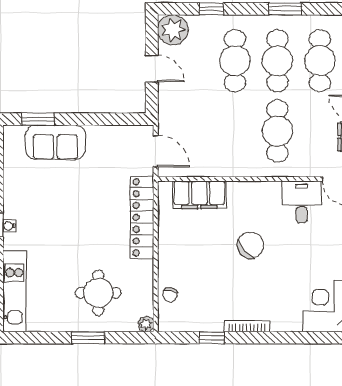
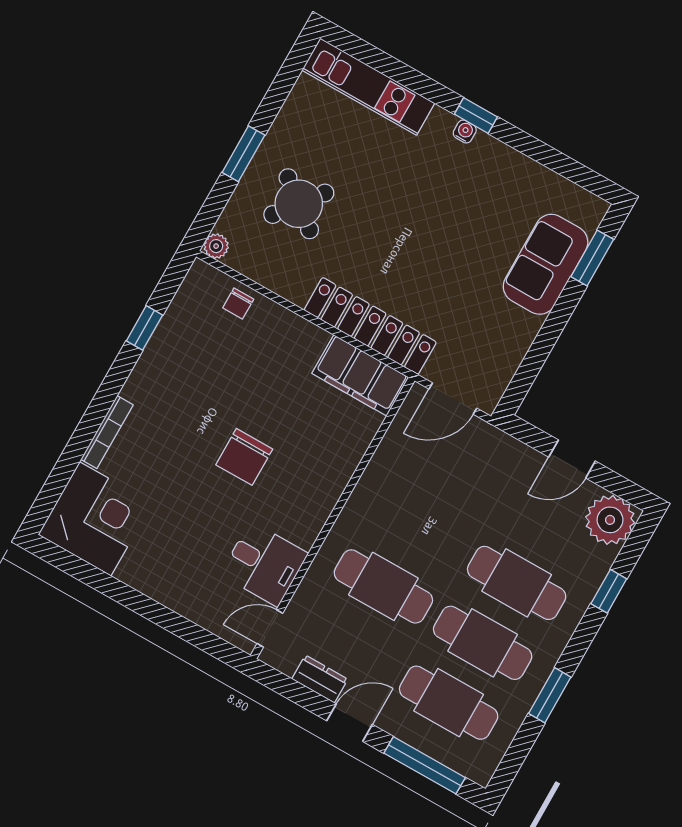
filing cabinet: (199, 195) -> (360, 375), moved, turned -90
chair: (250, 245) -> (244, 457), turned 41
round table: (98, 293) -> (299, 204), turned 38
chair: (170, 295) -> (238, 304), turned -100
bookcase: (247, 326) -> (107, 432), moved

